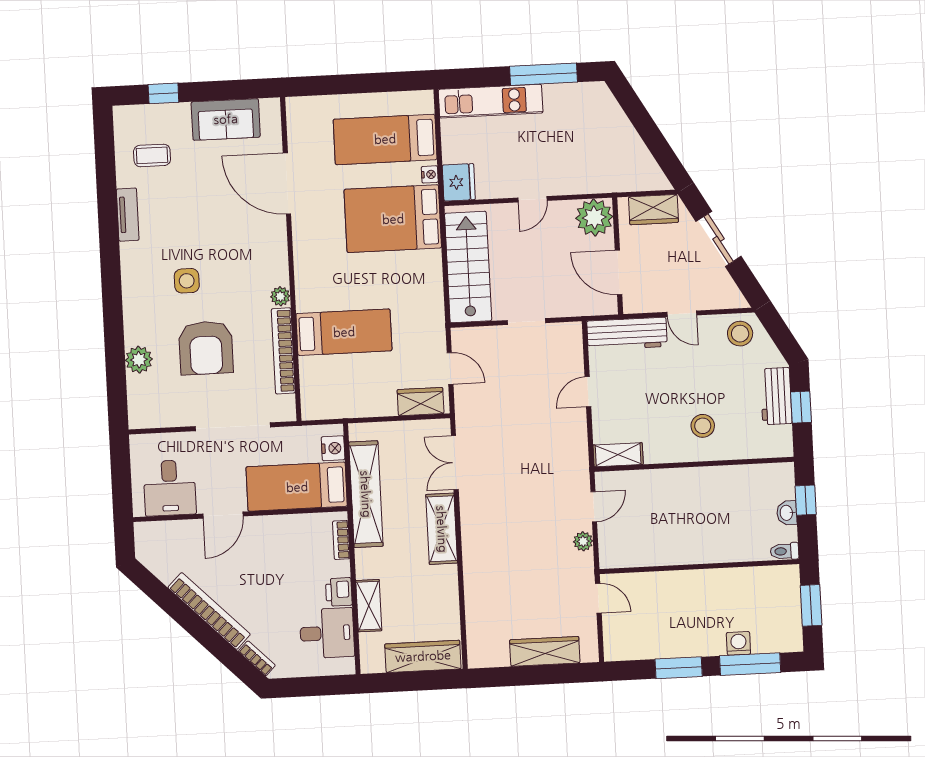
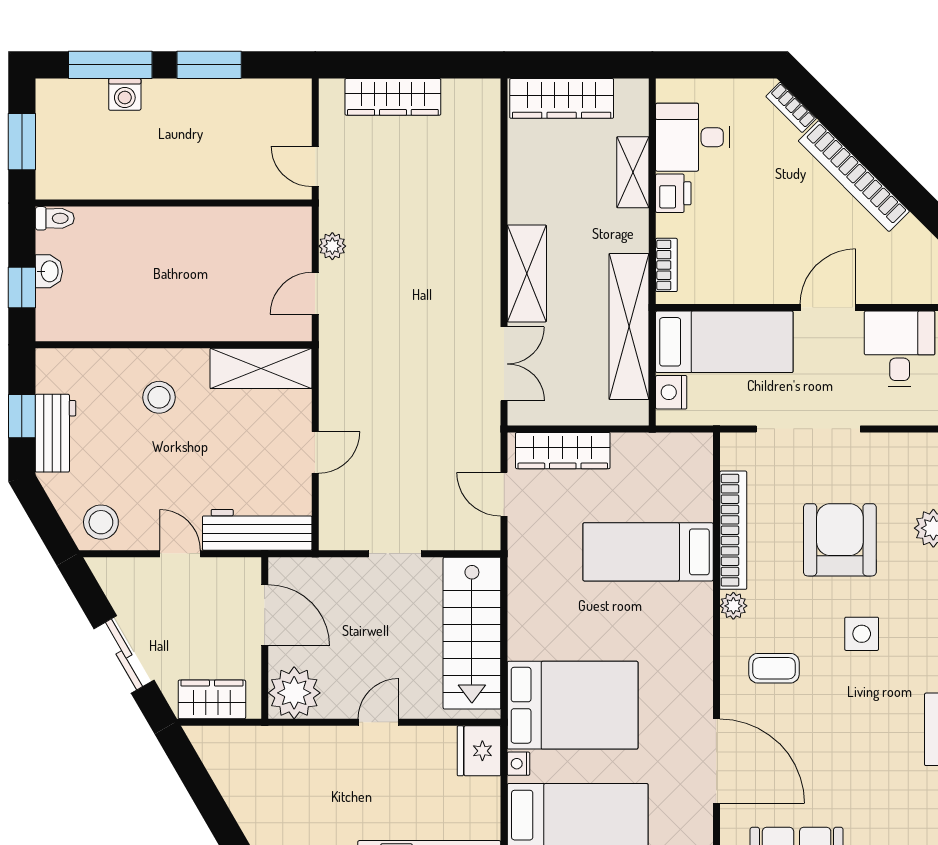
coffee table: (152, 155) -> (774, 668), moved
wardrobe: (421, 402) -> (563, 451), width x1.50
shelving: (618, 455) -> (261, 368), width x1.50, depth x1.33

